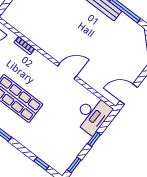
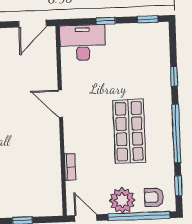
door: (129, 94) -> (33, 24), hinge flipped
window: (42, 164) -> (174, 76), moved

